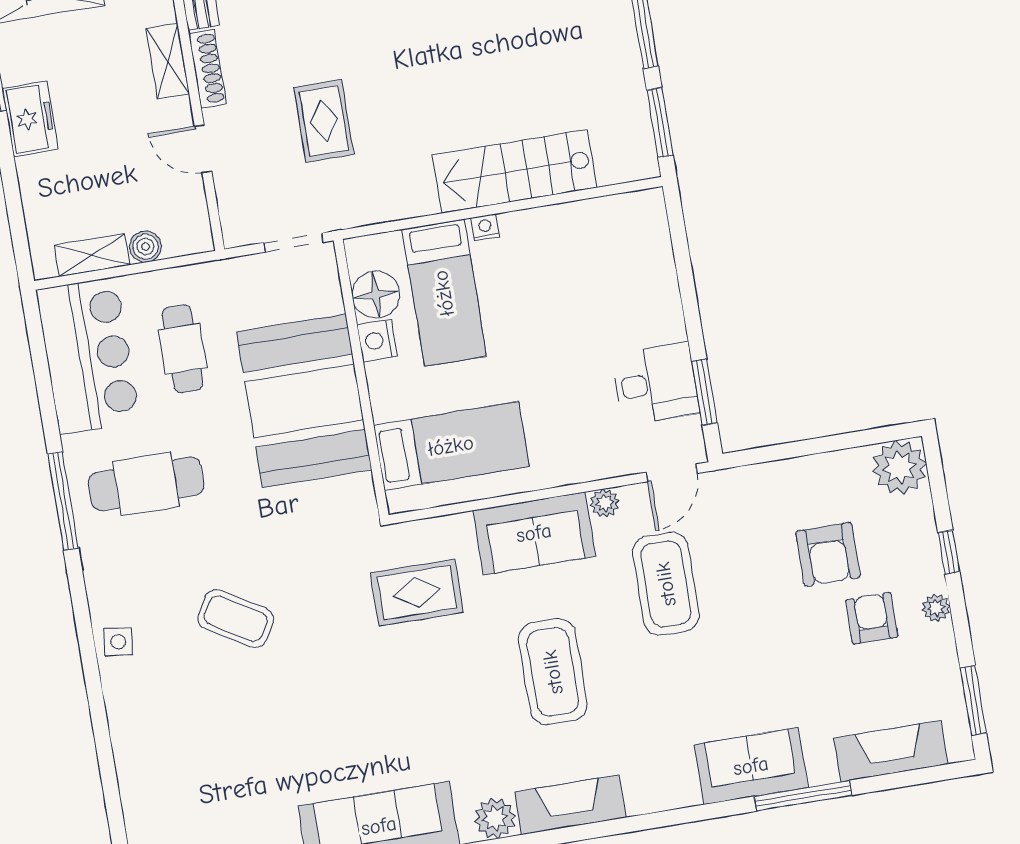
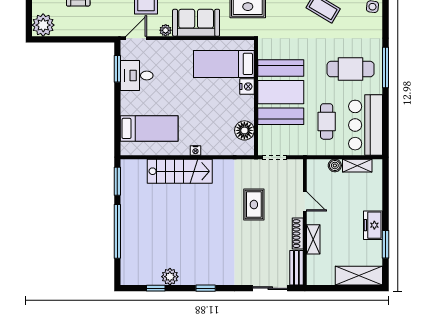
bed: (444, 293) -> (149, 128), moved, turned 90
nightstand: (377, 340) -> (247, 87), moved

